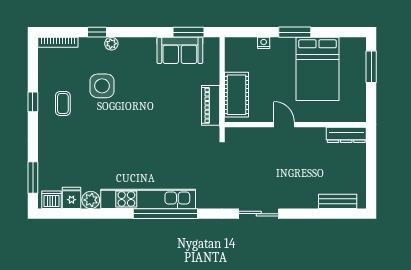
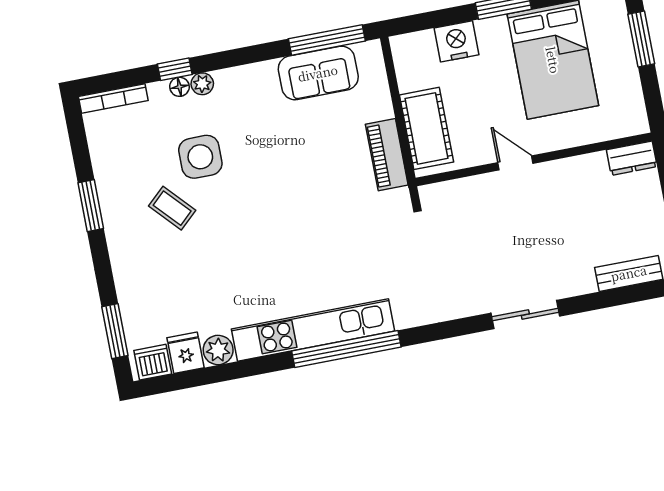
window: (189, 32) -> (327, 40), width x1.44
floor lamp: (98, 43) -> (179, 87), added
nightstand: (264, 43) -> (456, 41), width x1.89, depth x1.79
window: (33, 102) -> (91, 206), width x1.50
coffee table: (63, 104) -> (172, 208), moved, turned -43
dresser: (346, 135) -> (632, 158), width x0.70
sliding door: (259, 214) -> (525, 315), moved

